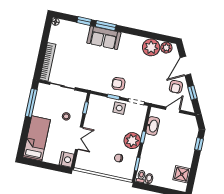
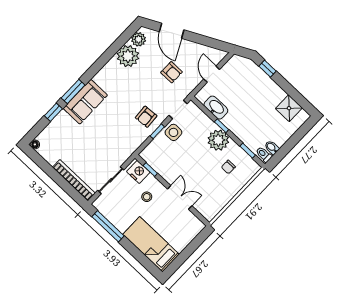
armchair: (176, 87) -> (172, 72), moved
window: (192, 93) -> (206, 41), removed
nightstand: (67, 159) -> (138, 172), moved

